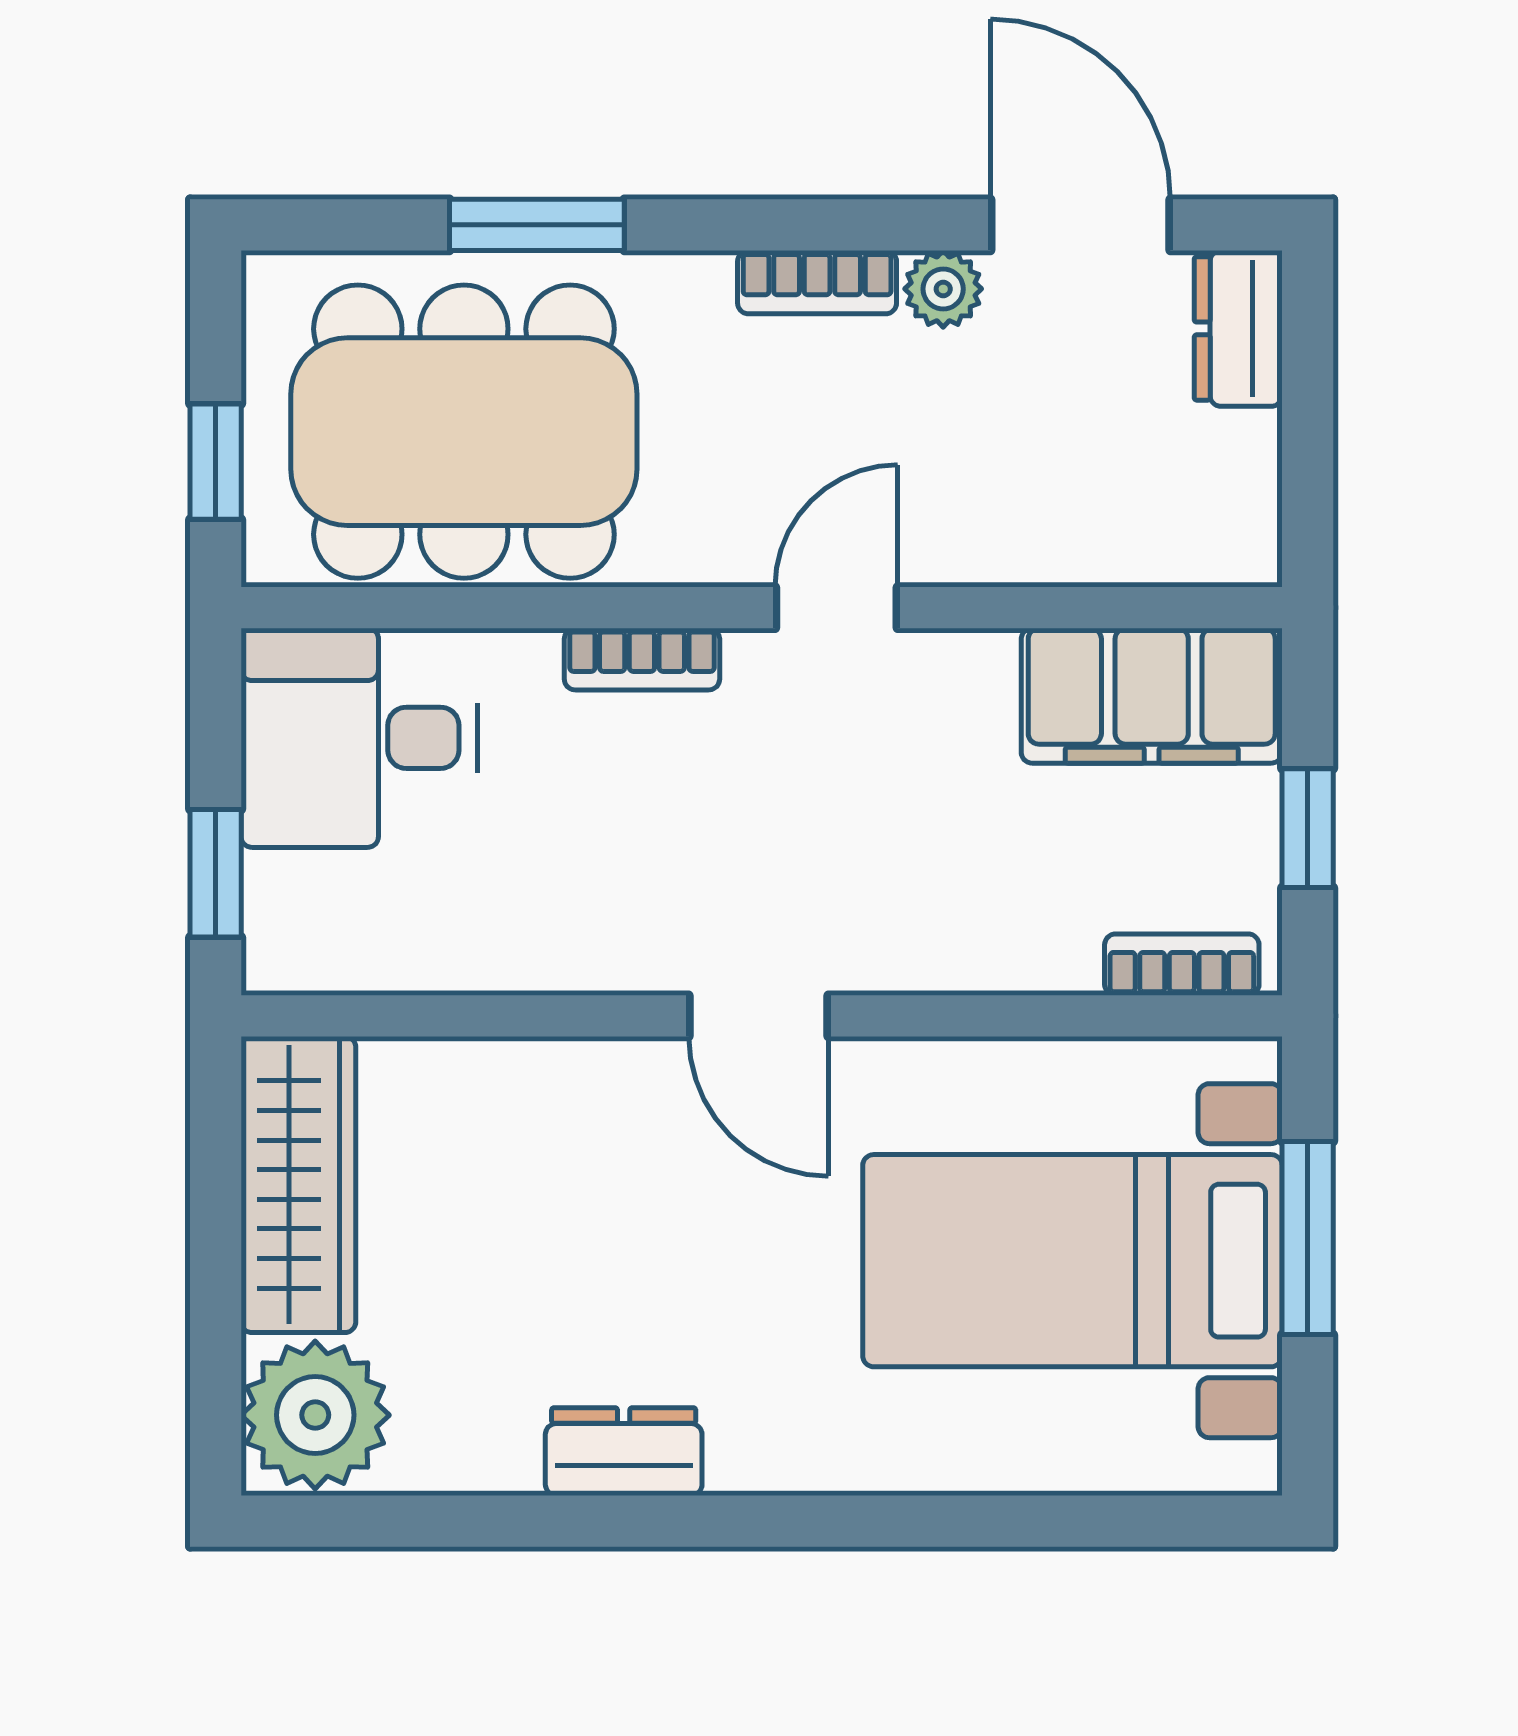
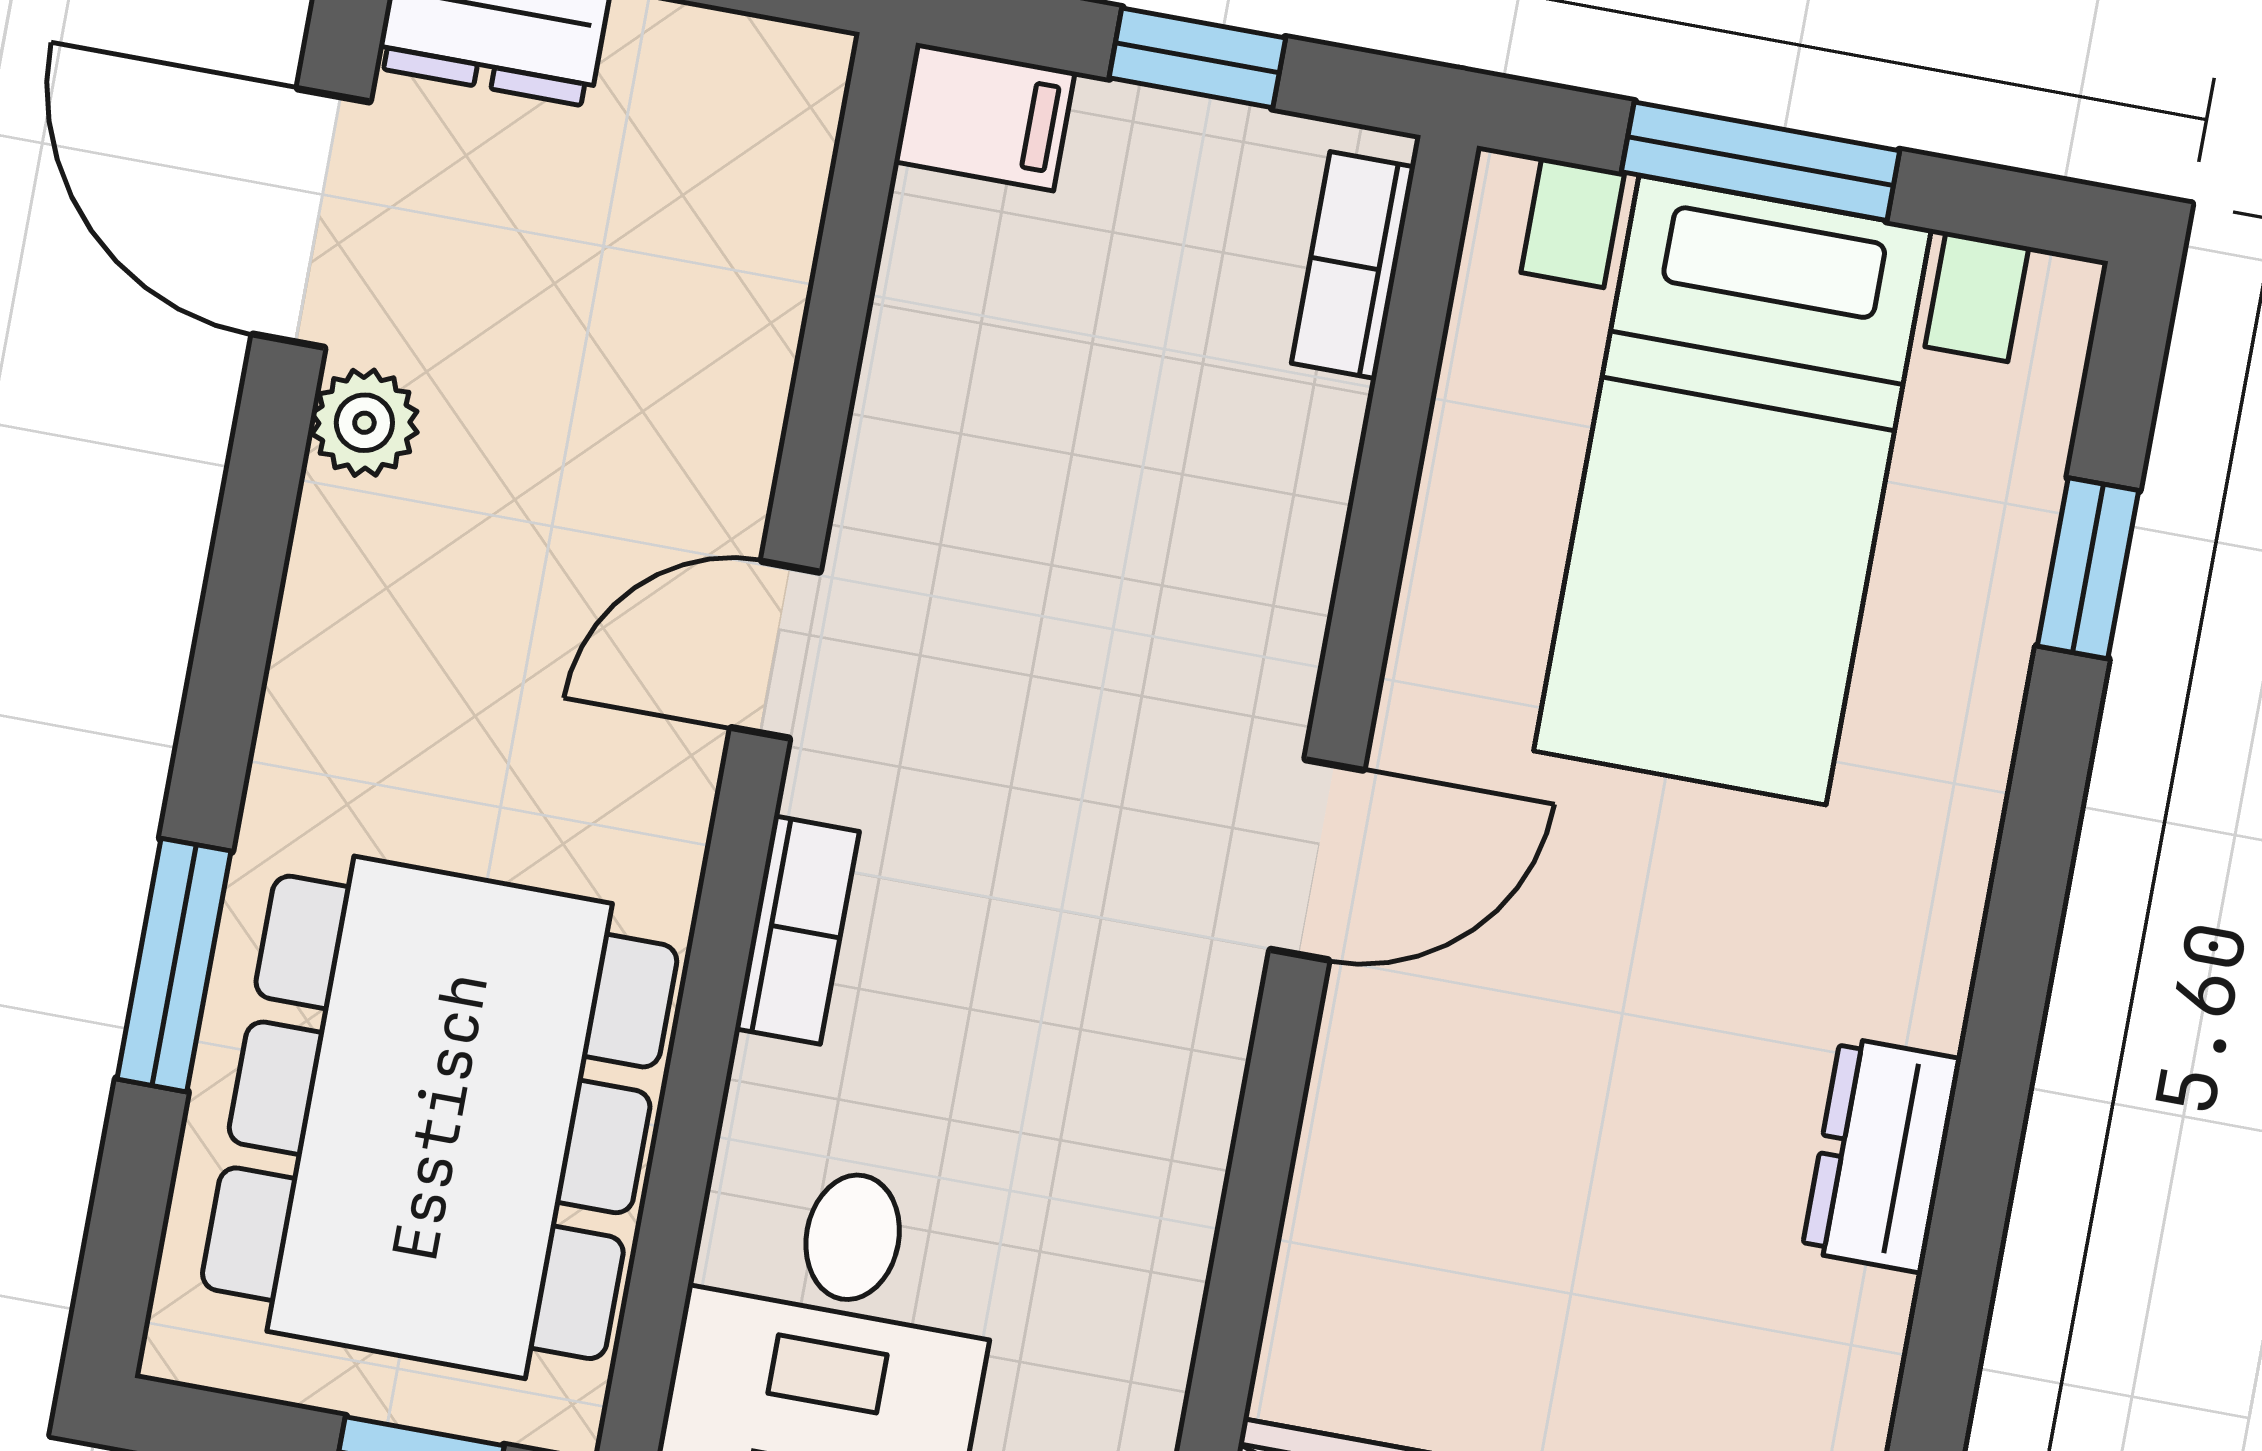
door: (1080, 225) -> (311, 218), hinge flipped
bookcase: (817, 282) -> (323, 594), removed
door: (836, 608) -> (775, 650), hinge flipped
filing cabinet: (1152, 696) -> (985, 117), width x0.33, depth x0.86
window: (1063, 1521) -> (2088, 568), added

